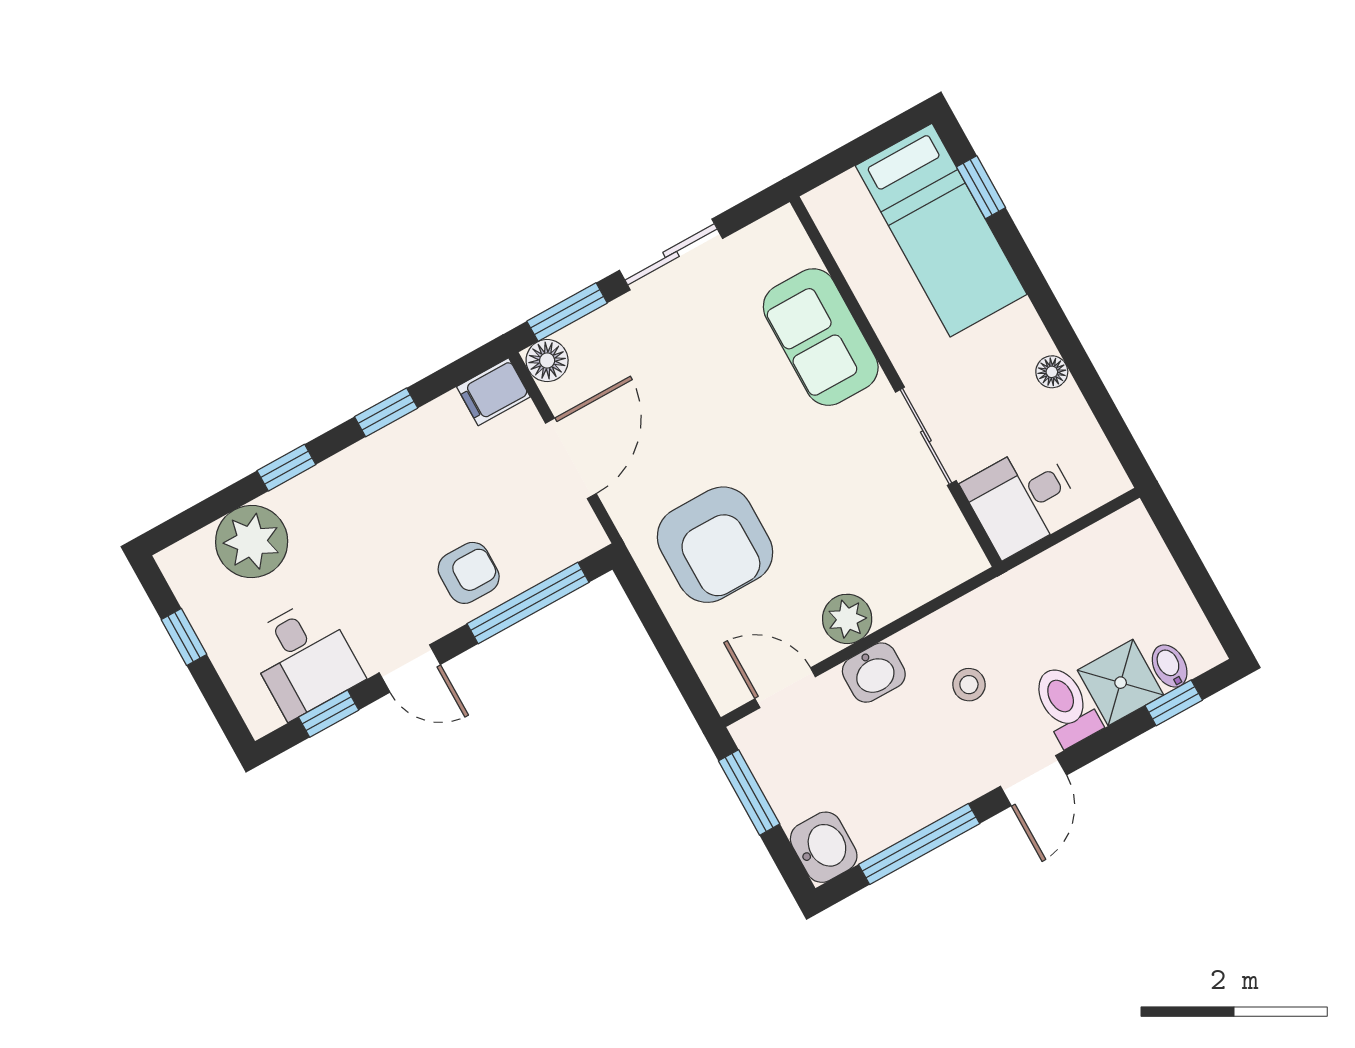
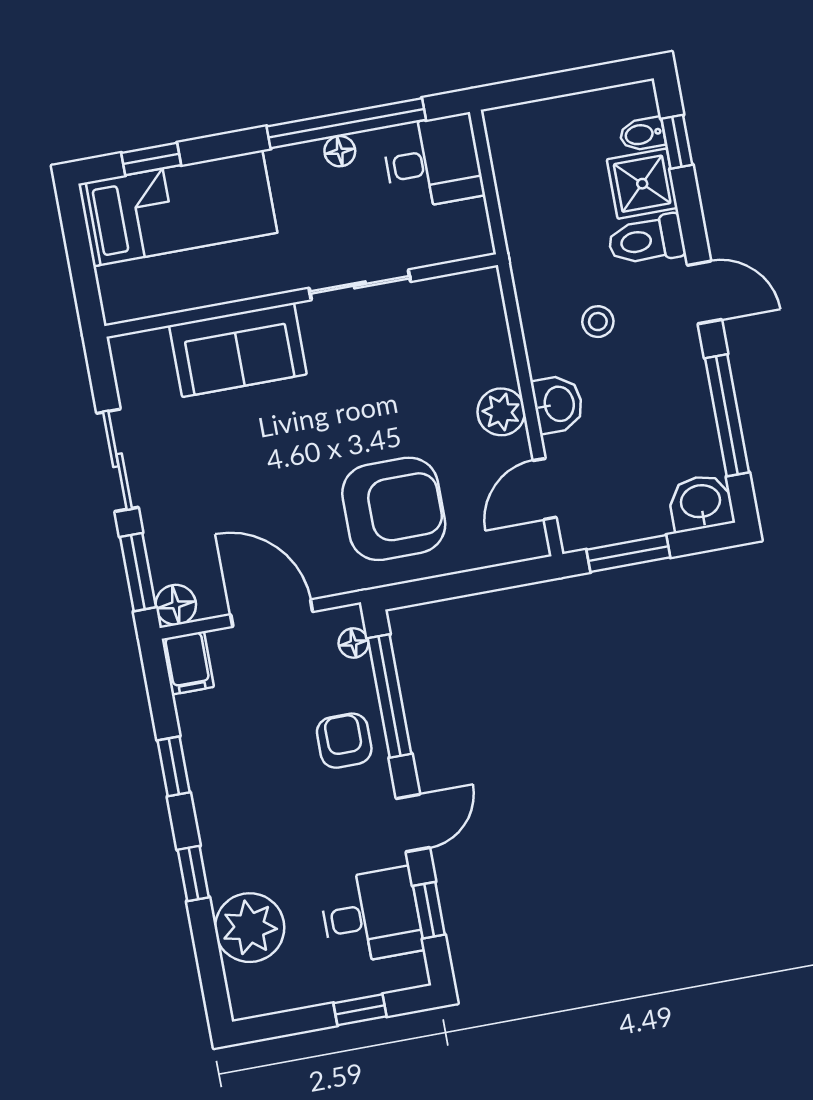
window: (1082, 369) -> (346, 123), added
desk: (1022, 499) -> (433, 162), moved, turned -90
floor lamp: (569, 550) -> (354, 643), added
window: (184, 637) -> (360, 1010), moved

